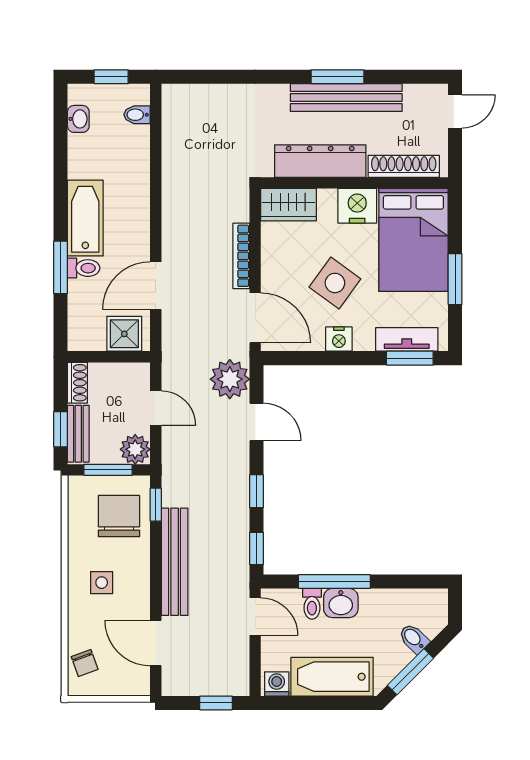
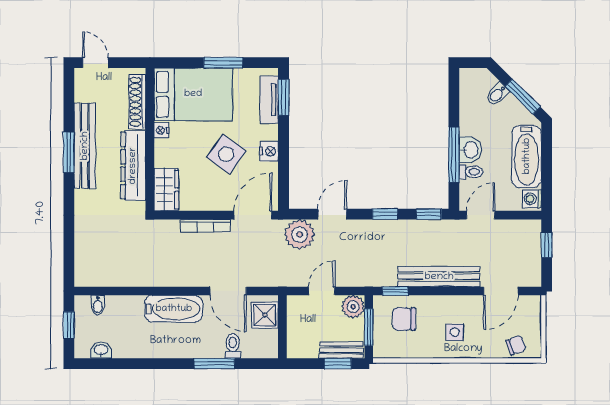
nightstand: (357, 206) -> (161, 130), width x0.53, depth x0.56
bathtub: (85, 218) -> (174, 309), moved, turned 180
toilet: (84, 268) -> (233, 346), moved
shoe rack: (77, 383) -> (302, 351), removed
chair: (119, 516) -> (404, 319), width x0.73, depth x0.73

